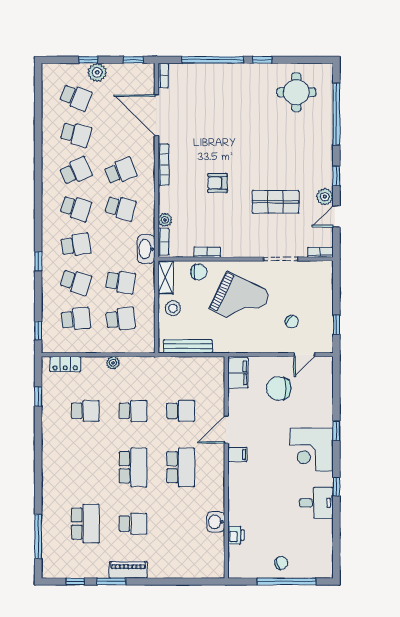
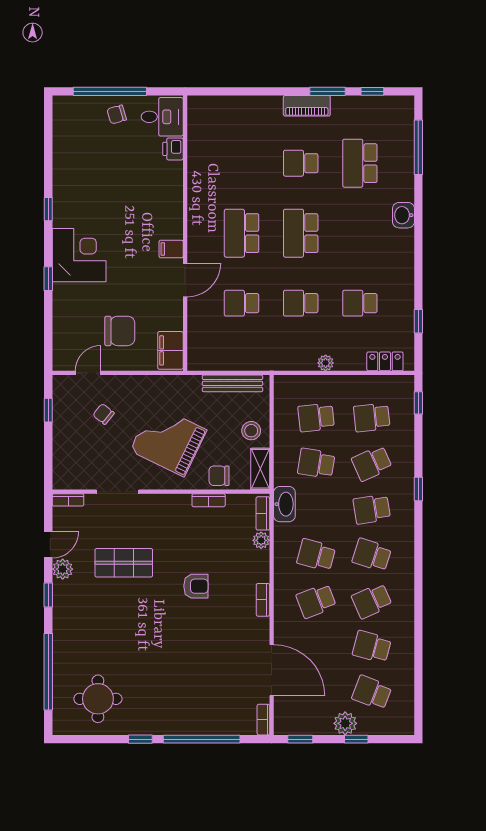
bookcase: (163, 165) -> (263, 600), width x0.64
school desk: (76, 282) -> (372, 463), turned -42
desk: (316, 503) -> (162, 117), moved, turned 180
washbasin: (216, 522) -> (403, 215), moved, turned 180

